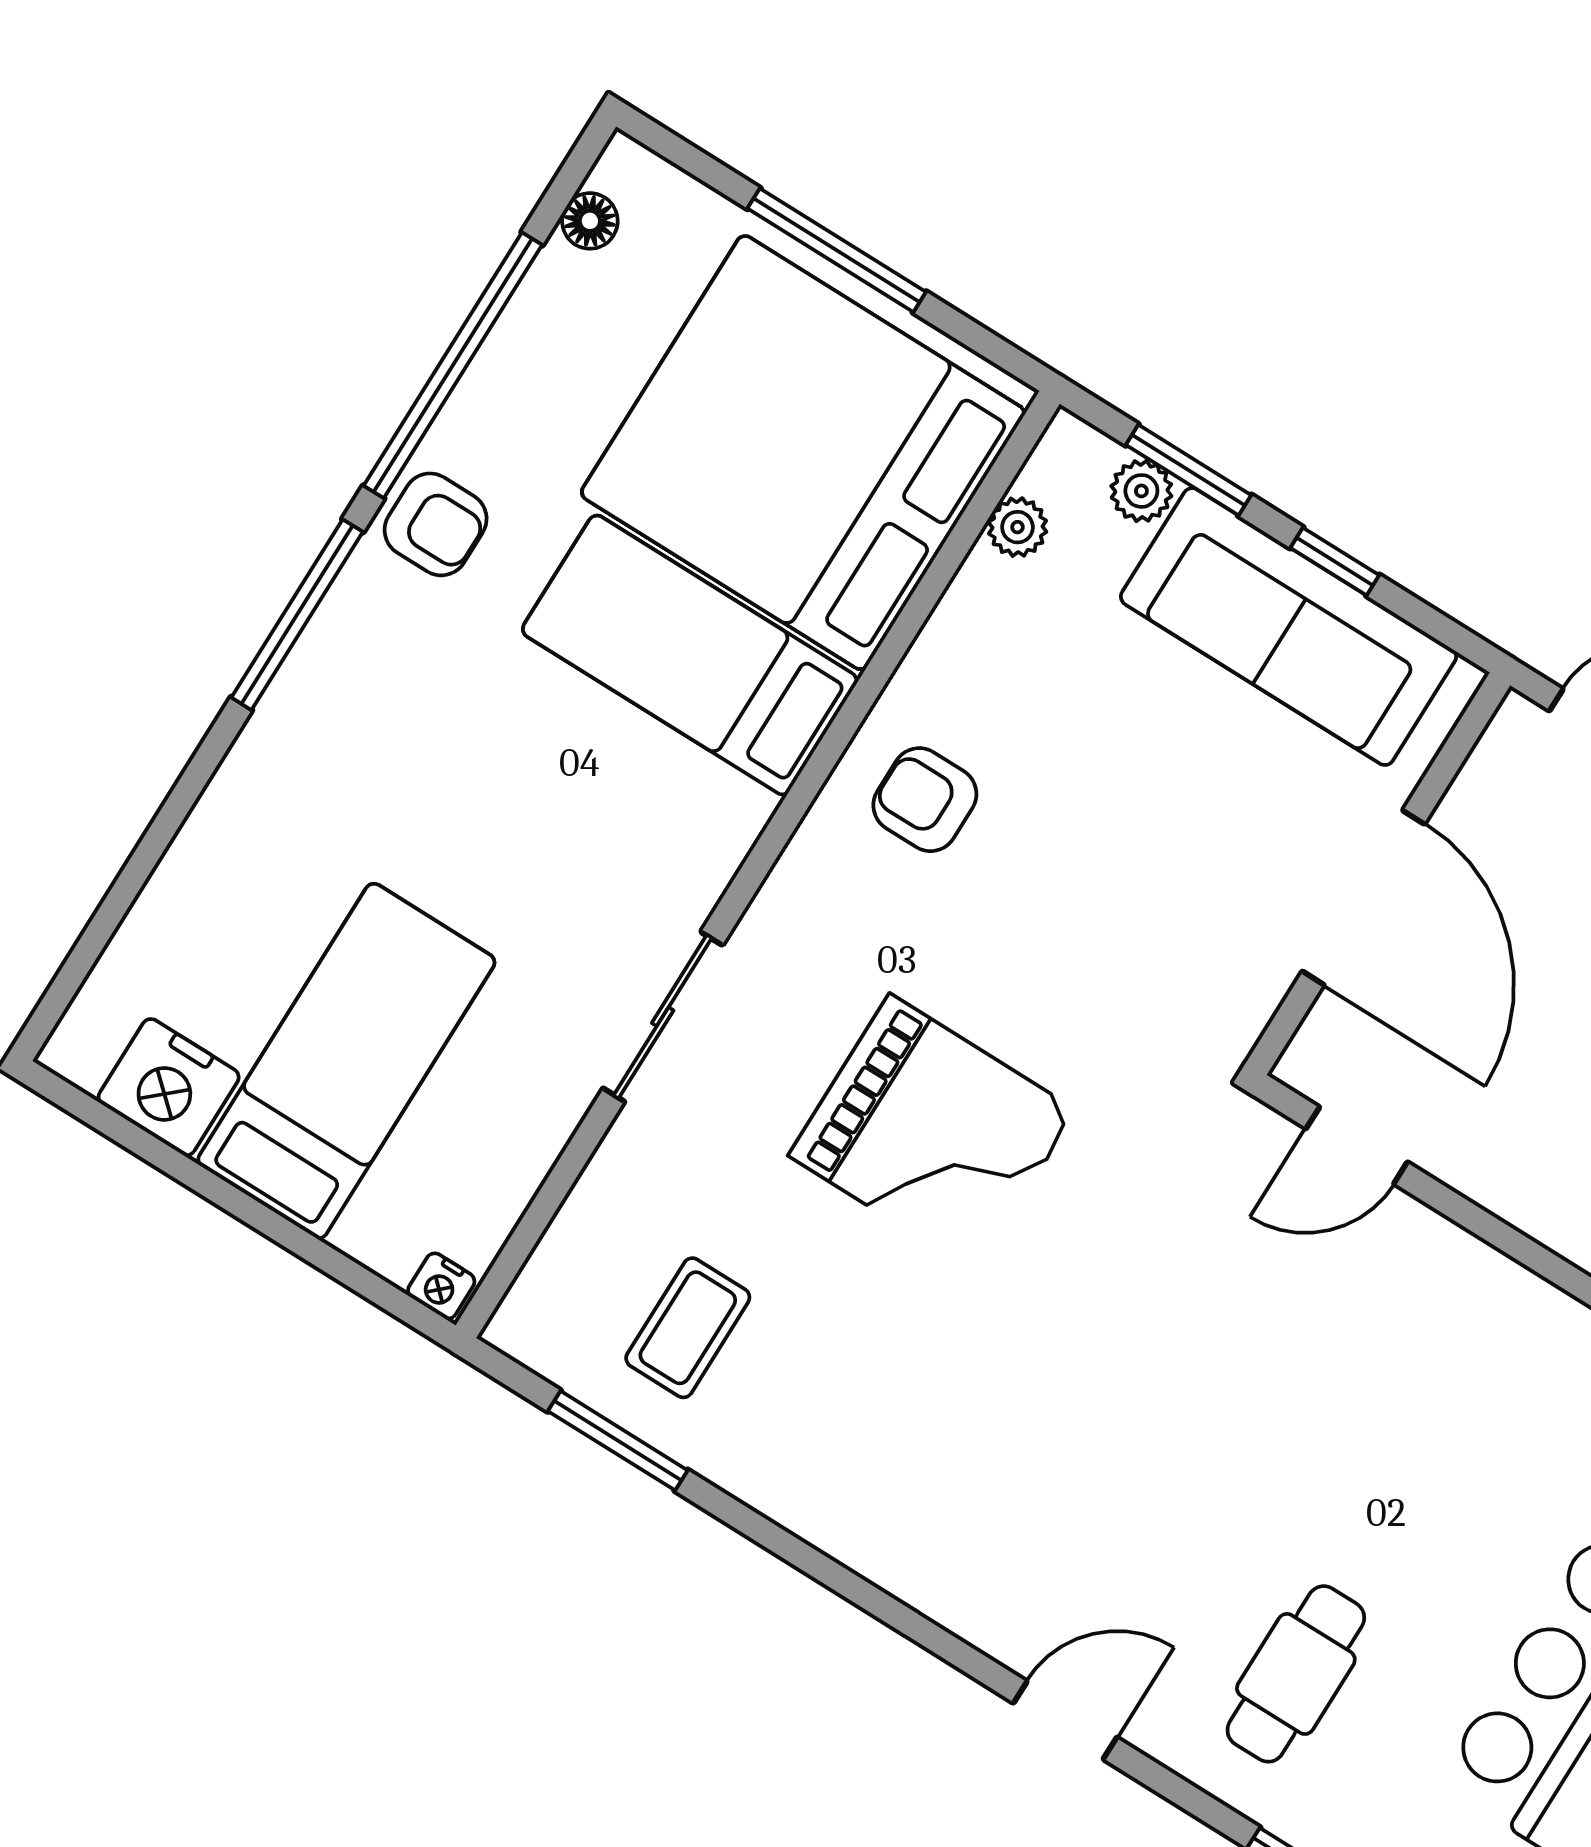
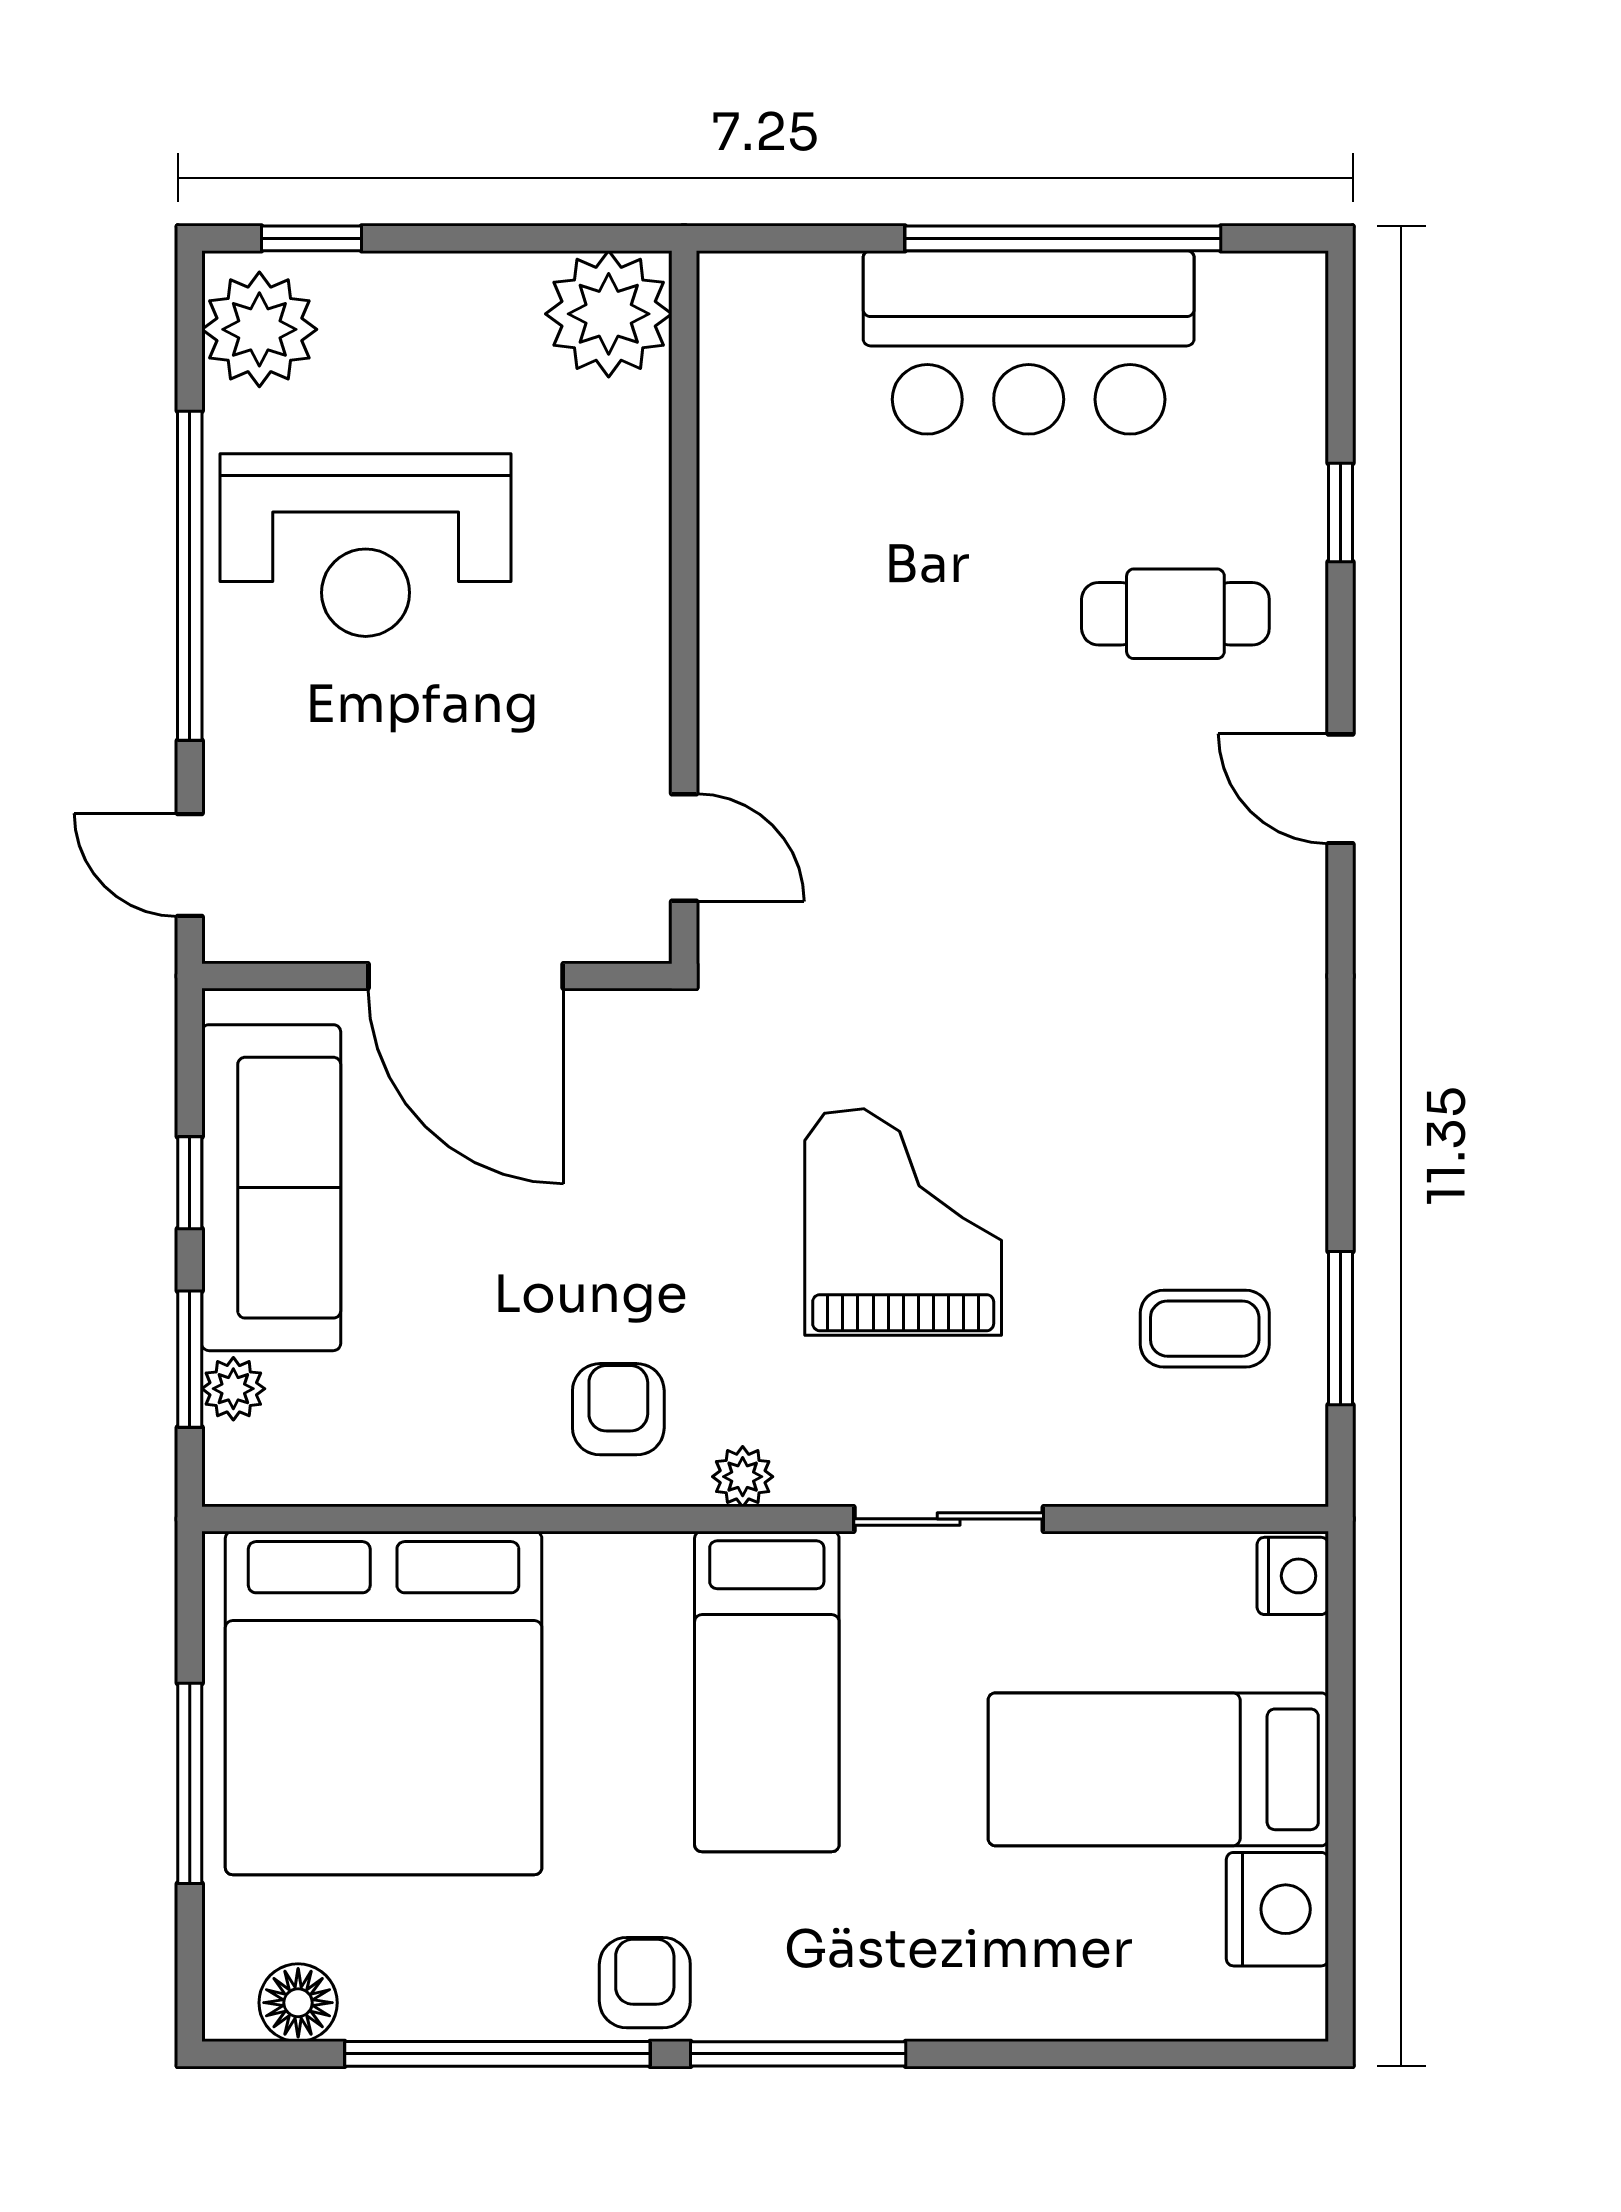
floor lamp: (590, 221) -> (298, 2003), width x1.37, depth x1.37
plant: (1017, 527) -> (743, 1477), moved
bed: (690, 655) -> (767, 1691), moved
armchair: (925, 800) -> (618, 1409), turned 180
door: (1363, 898) -> (466, 976), swing flipped
nightstand: (441, 1286) -> (1293, 1576), width x1.39, depth x1.35

